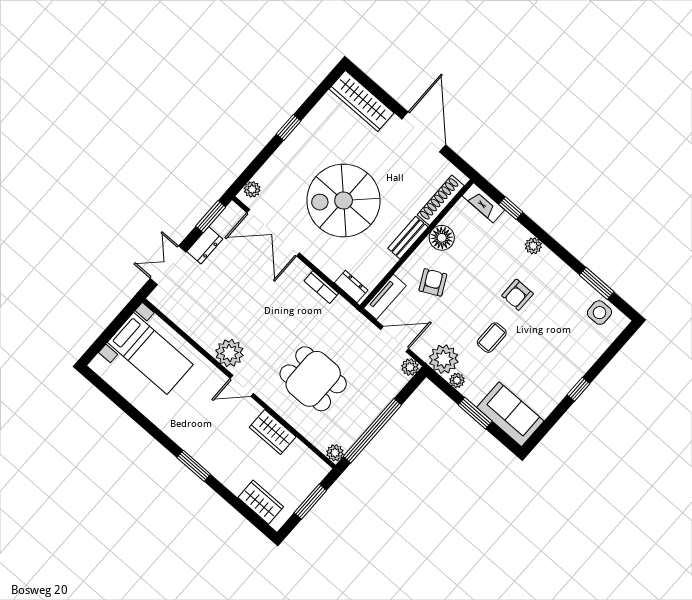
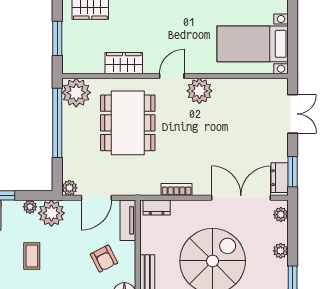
plant: (279, 159) -> (281, 251), added
dresser: (205, 245) -> (280, 178), moved
dining table: (313, 379) -> (128, 123), width x1.38
plant: (335, 453) -> (76, 93), width x1.88, depth x1.88

